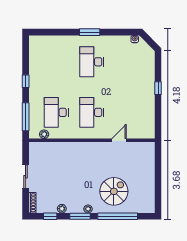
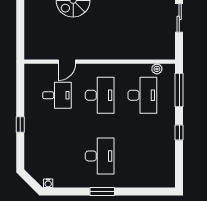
desk: (127, 112) -> (57, 95), added

